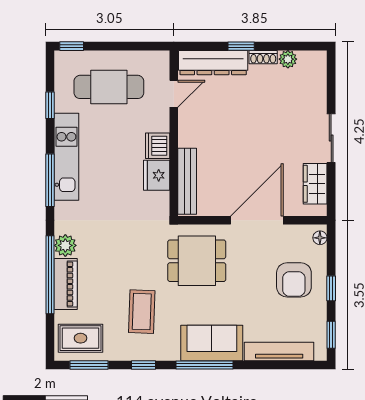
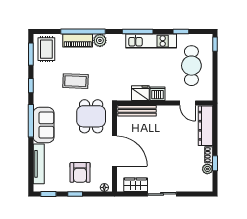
window: (241, 46) -> (215, 163), moved
armchair: (294, 280) -> (80, 172), turned -90
coffee table: (142, 312) -> (75, 81), moved

